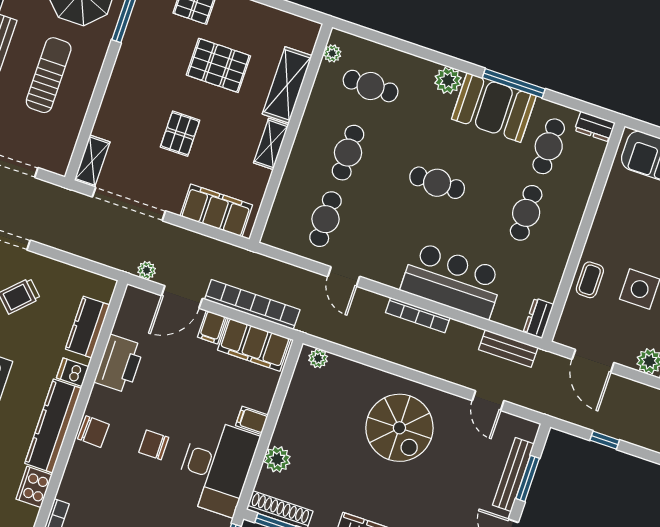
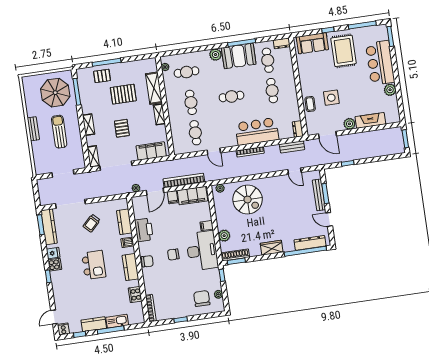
shelving: (116, 91) -> (88, 125), added
kitchen counter: (53, 426) -> (130, 267), width x0.67
spiral stairs: (399, 428) -> (248, 200), moved

